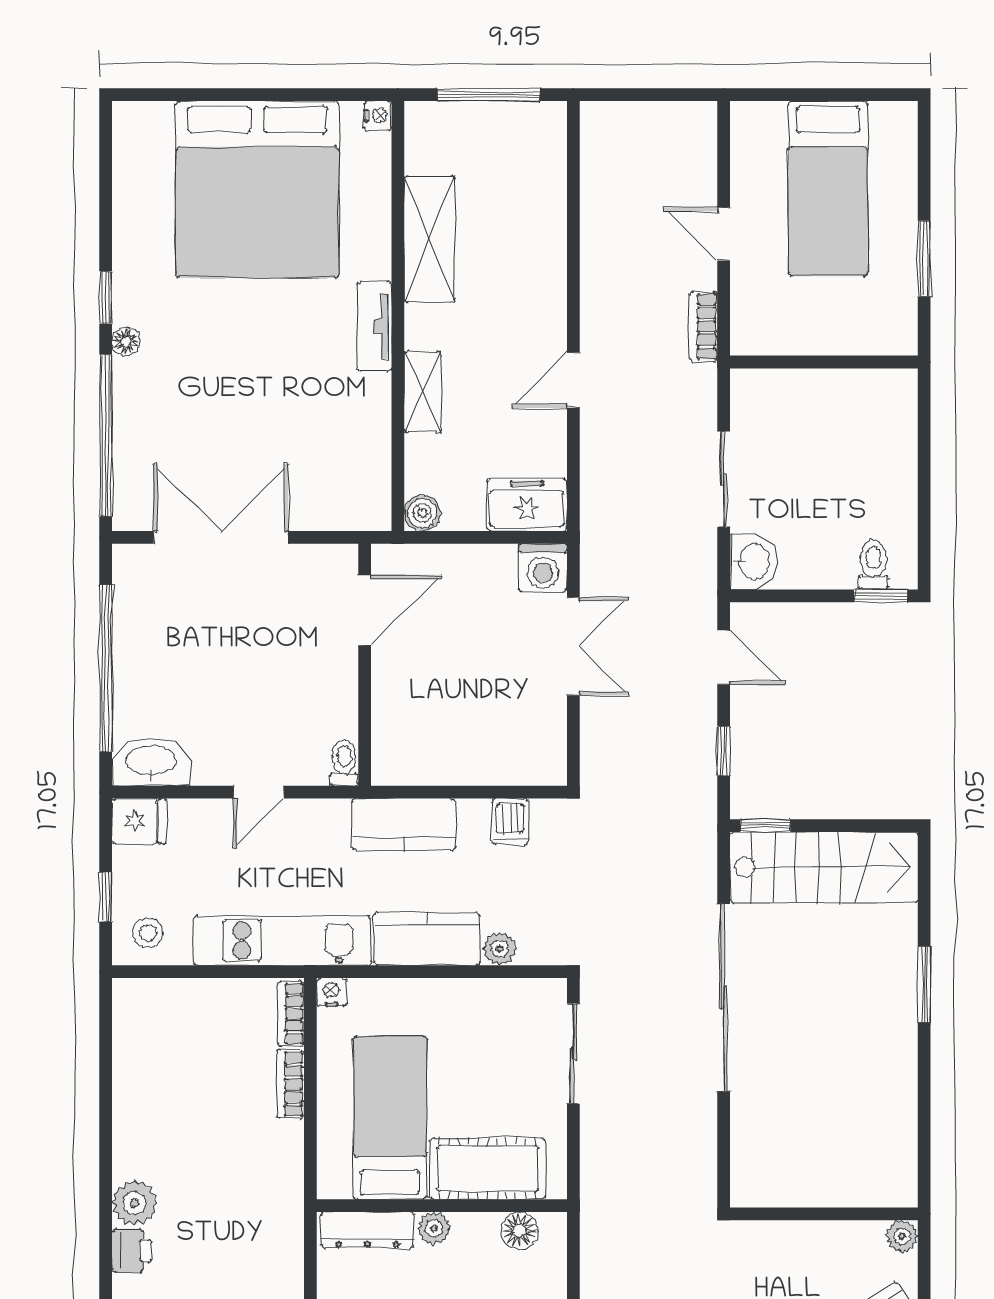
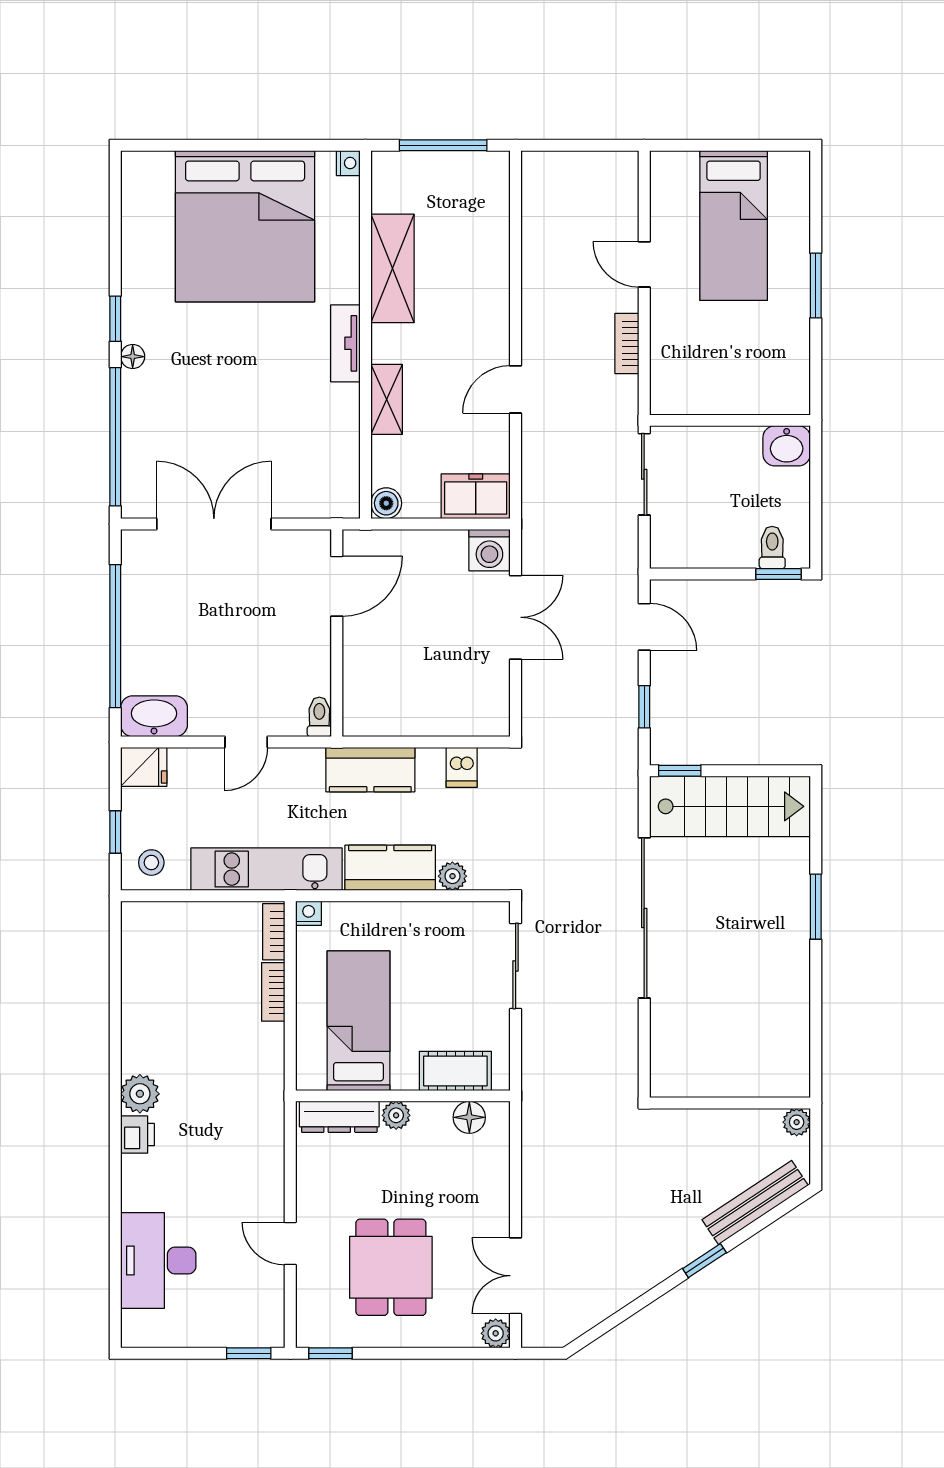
wall: (824, 362) -> (730, 420), moved
washbasin: (753, 562) -> (787, 446), moved, turned 90
cot: (488, 1169) -> (455, 1071), width x0.73, depth x0.75

